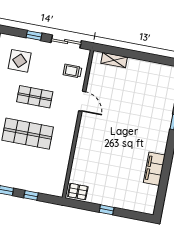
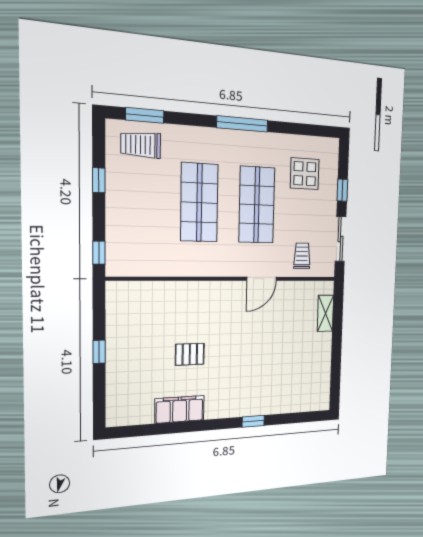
shop shelf: (35, 97) -> (257, 205), width x1.43, depth x1.36
pallet: (78, 192) -> (190, 354), moved, turned 90
window: (31, 195) -> (99, 253), moved

